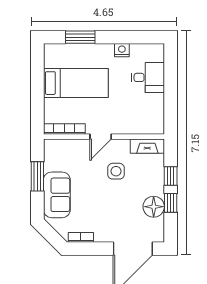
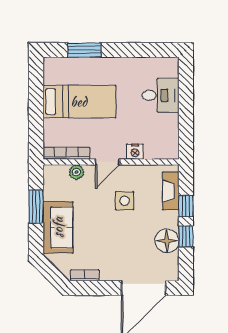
nightstand: (122, 50) -> (135, 152), moved, turned 180
plant: (73, 146) -> (77, 172), added
fireplace: (147, 146) -> (171, 191), moved, turned 90

